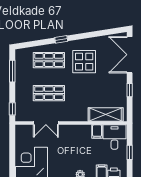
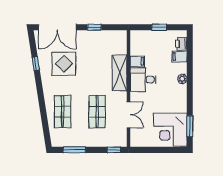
window: (61, 39) -> (36, 64), moved
display table: (84, 62) -> (64, 64), moved
shelving: (106, 114) -> (120, 73), moved
desk: (114, 137) -> (143, 80), moved

